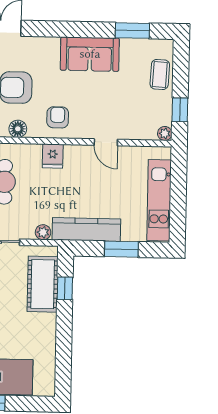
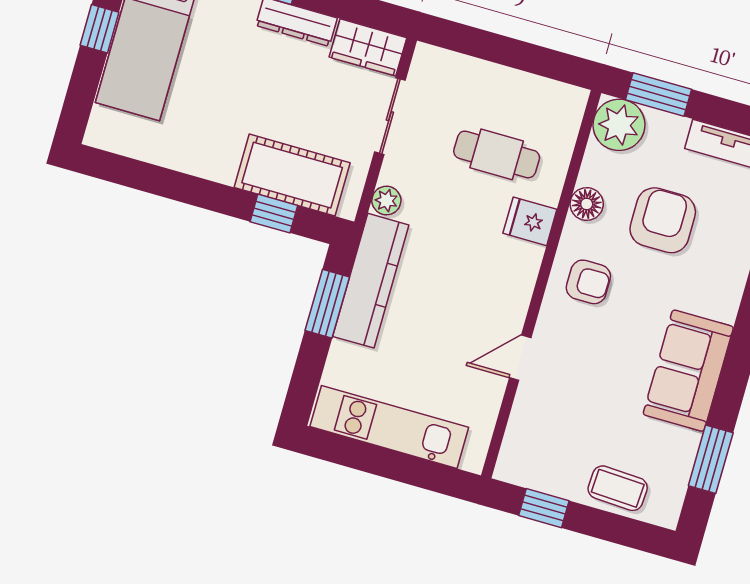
plant: (165, 134) -> (508, 469), removed
fridge: (53, 156) -> (530, 221), moved
window: (121, 249) -> (327, 304), moved

